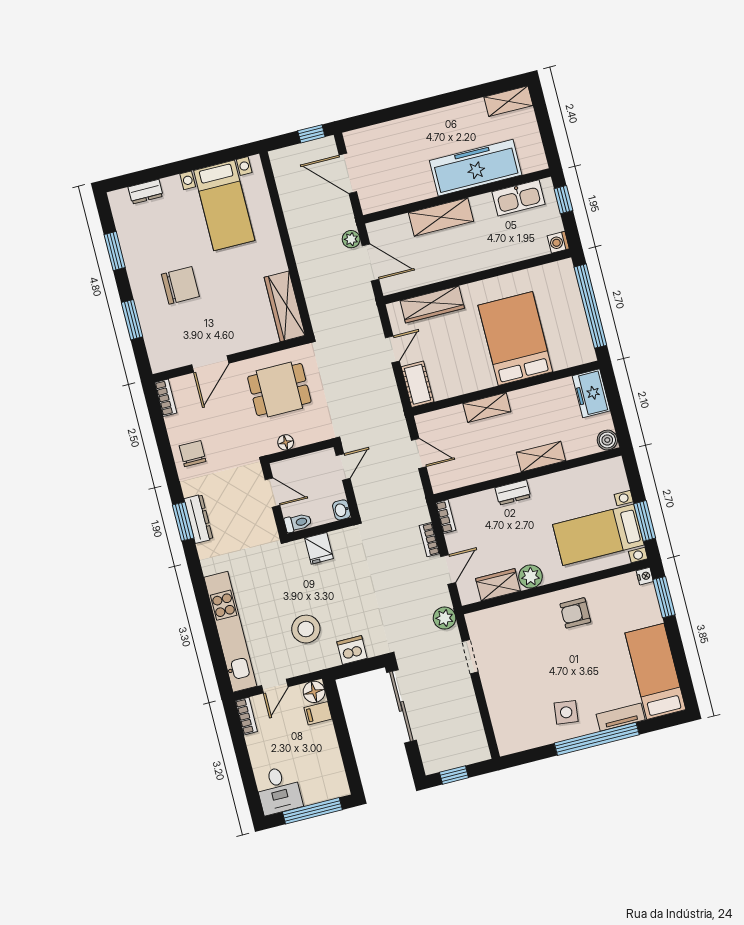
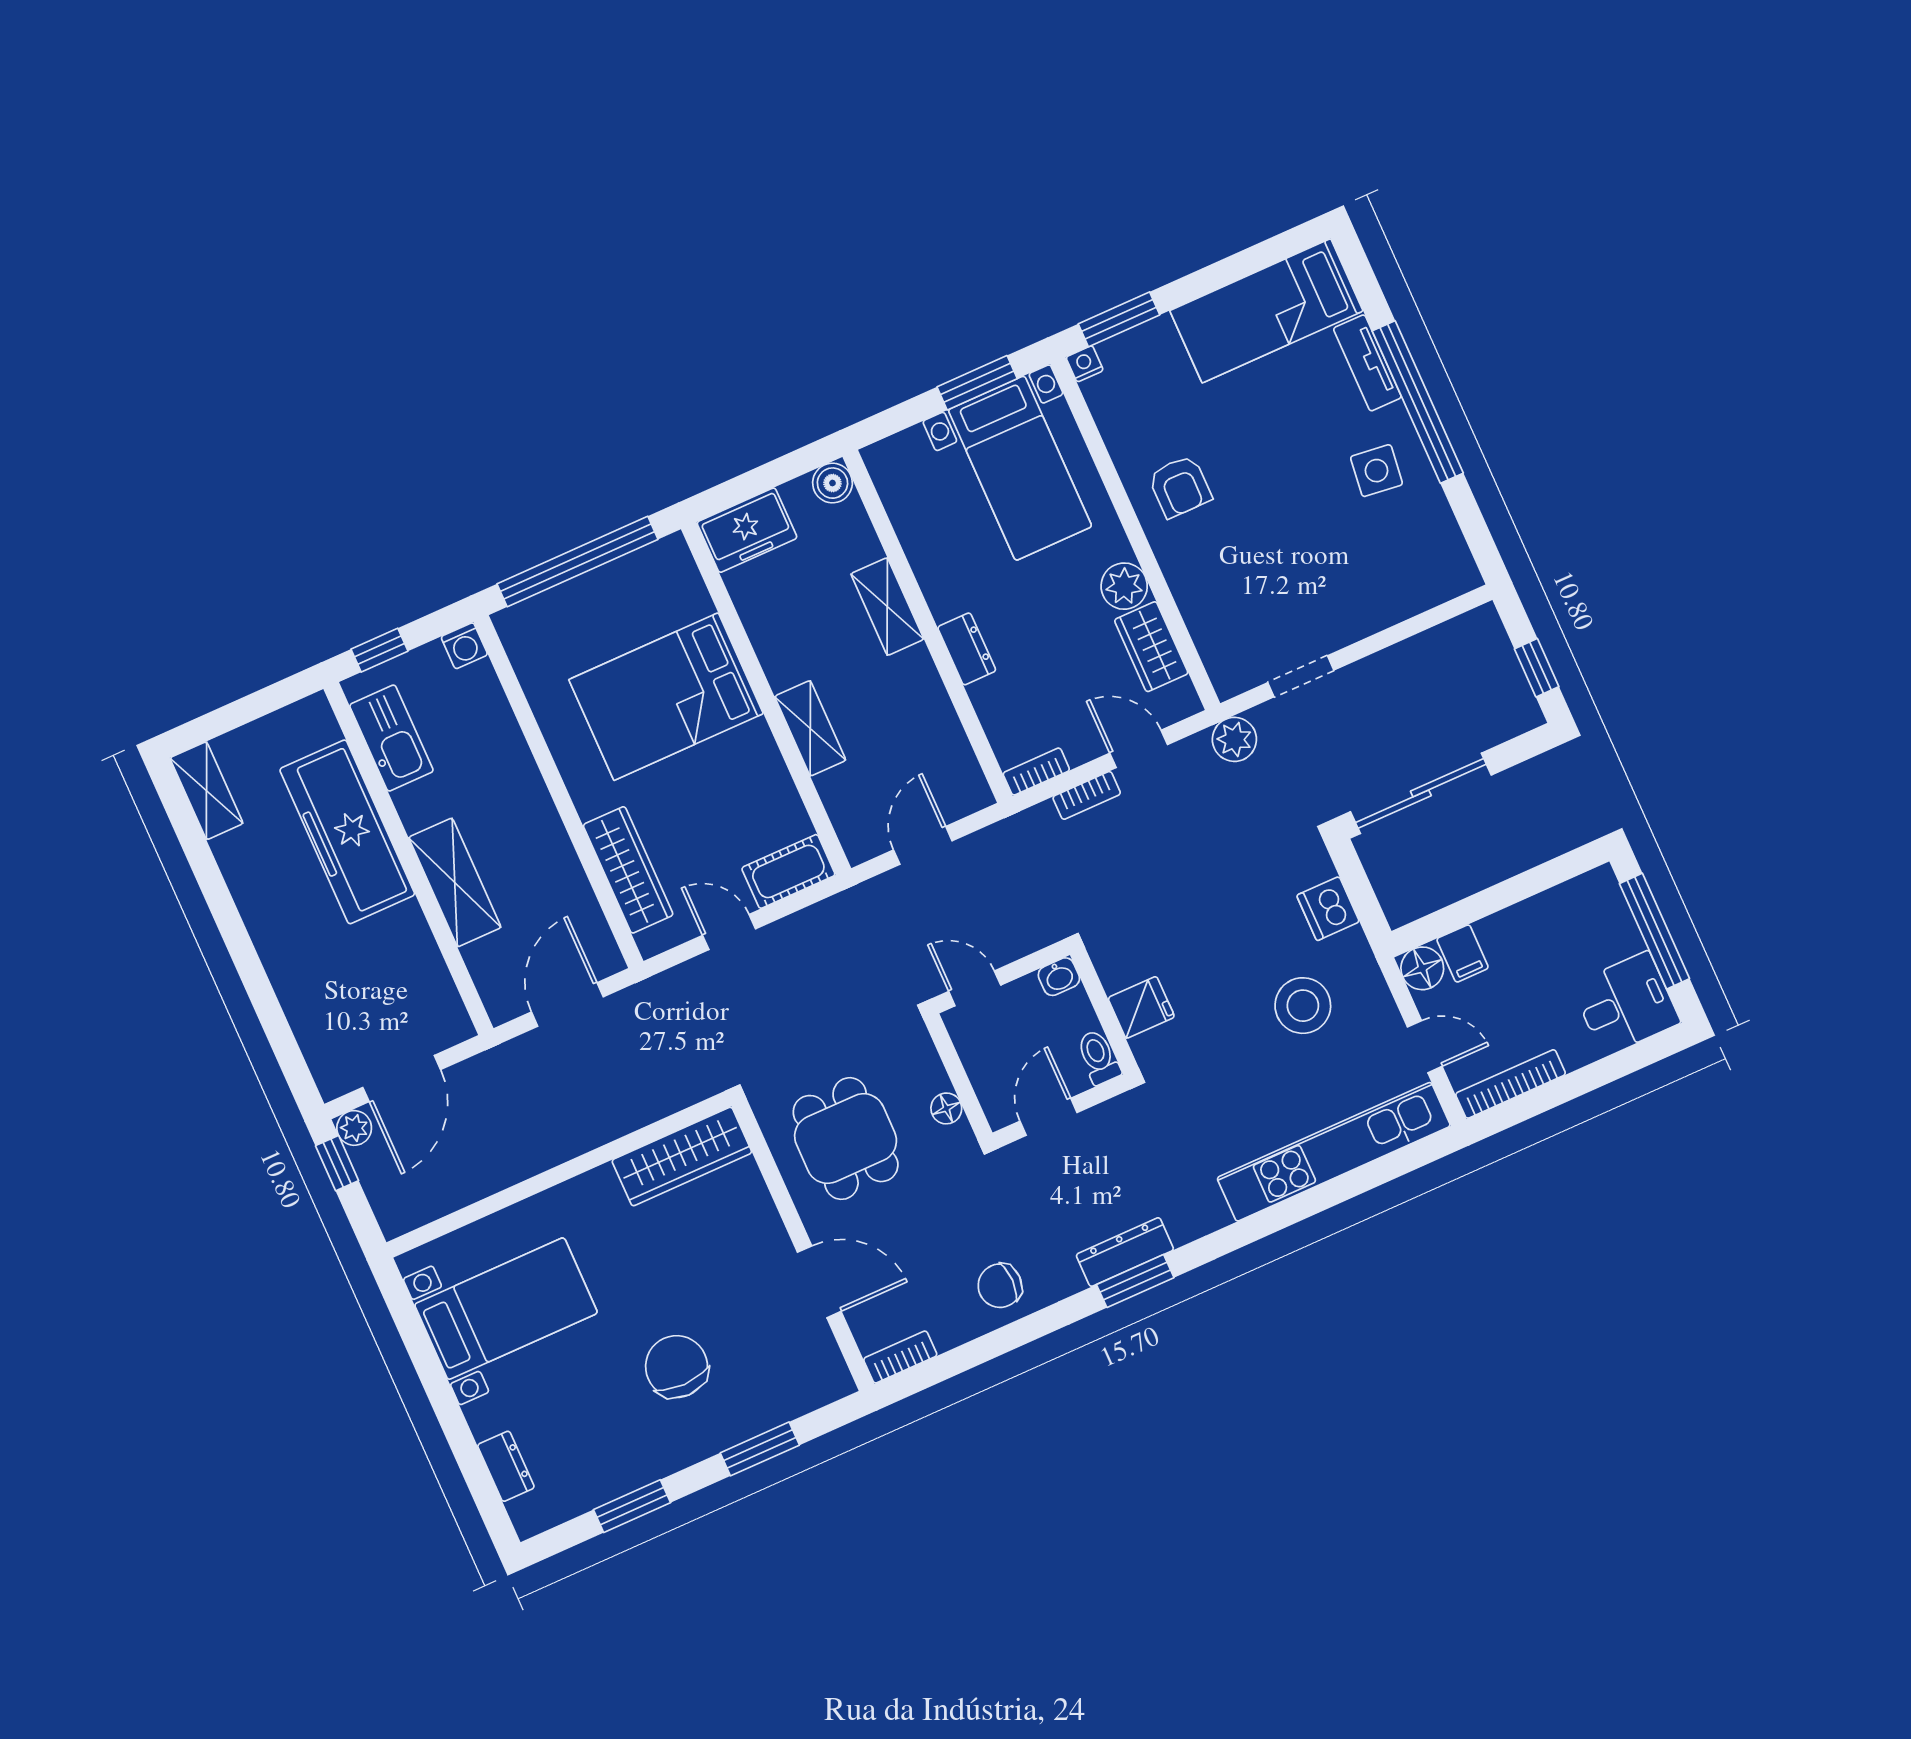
plant: (351, 239) -> (354, 1128), moved
bookcase: (246, 716) -> (1511, 1084), width x1.56

